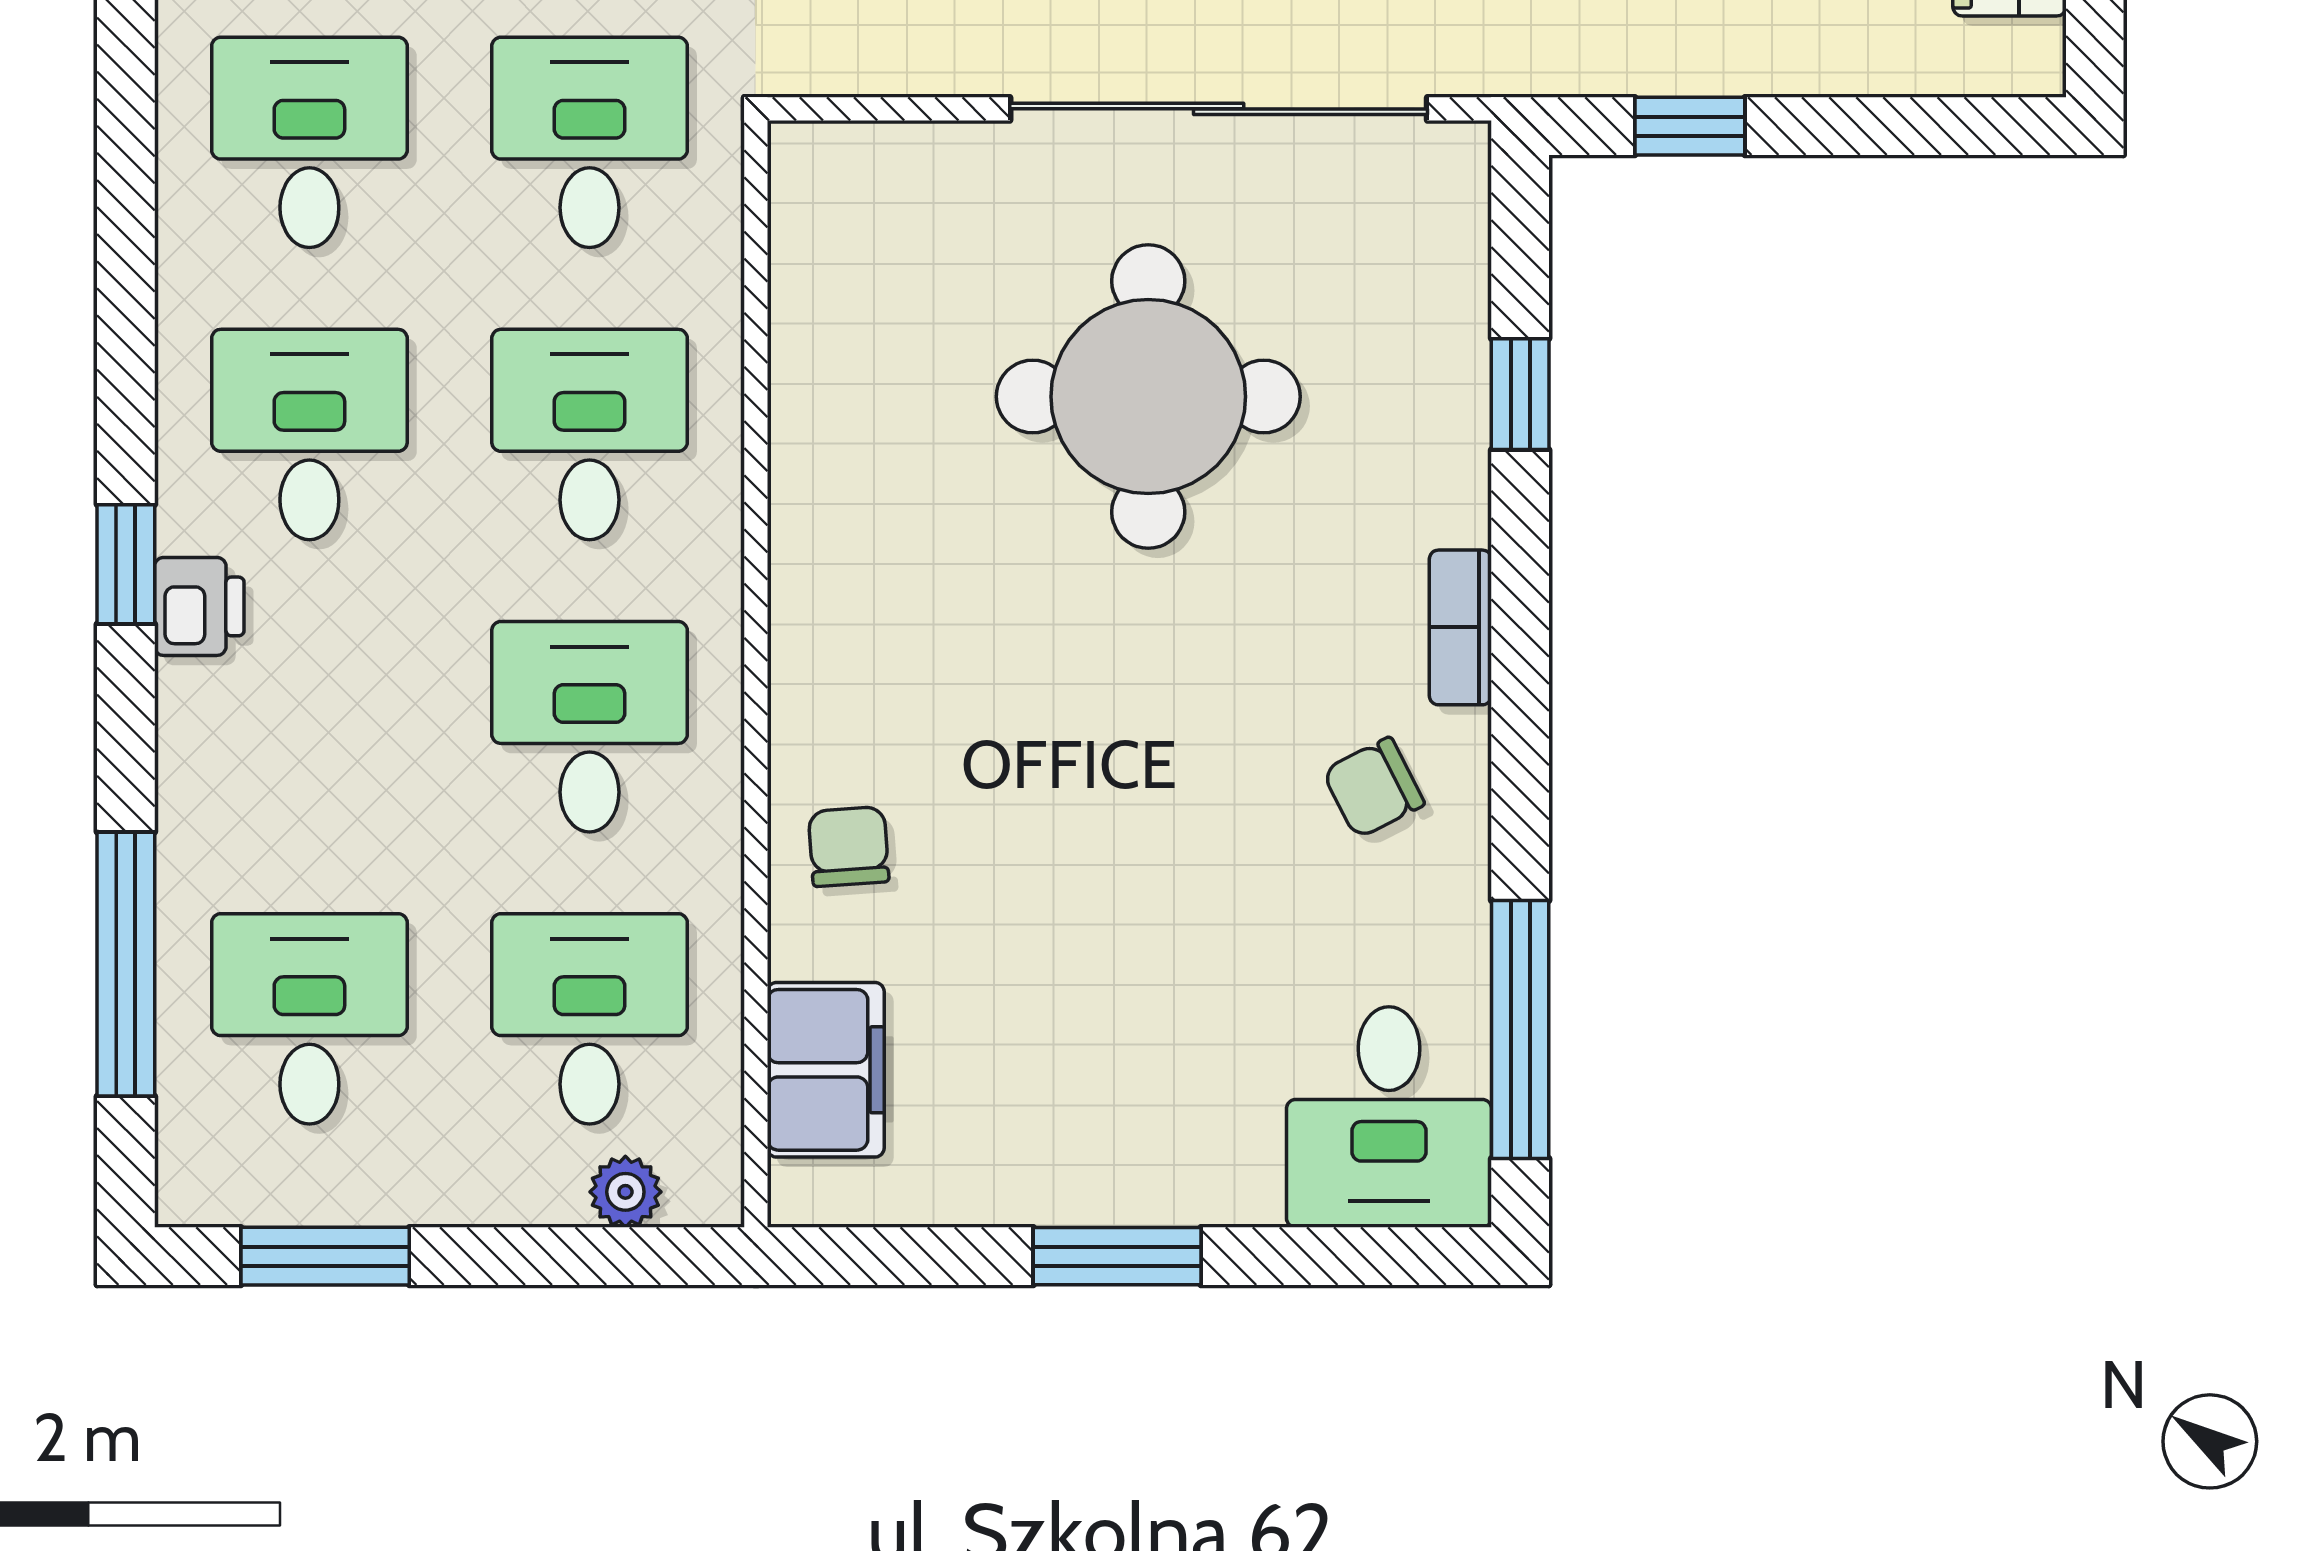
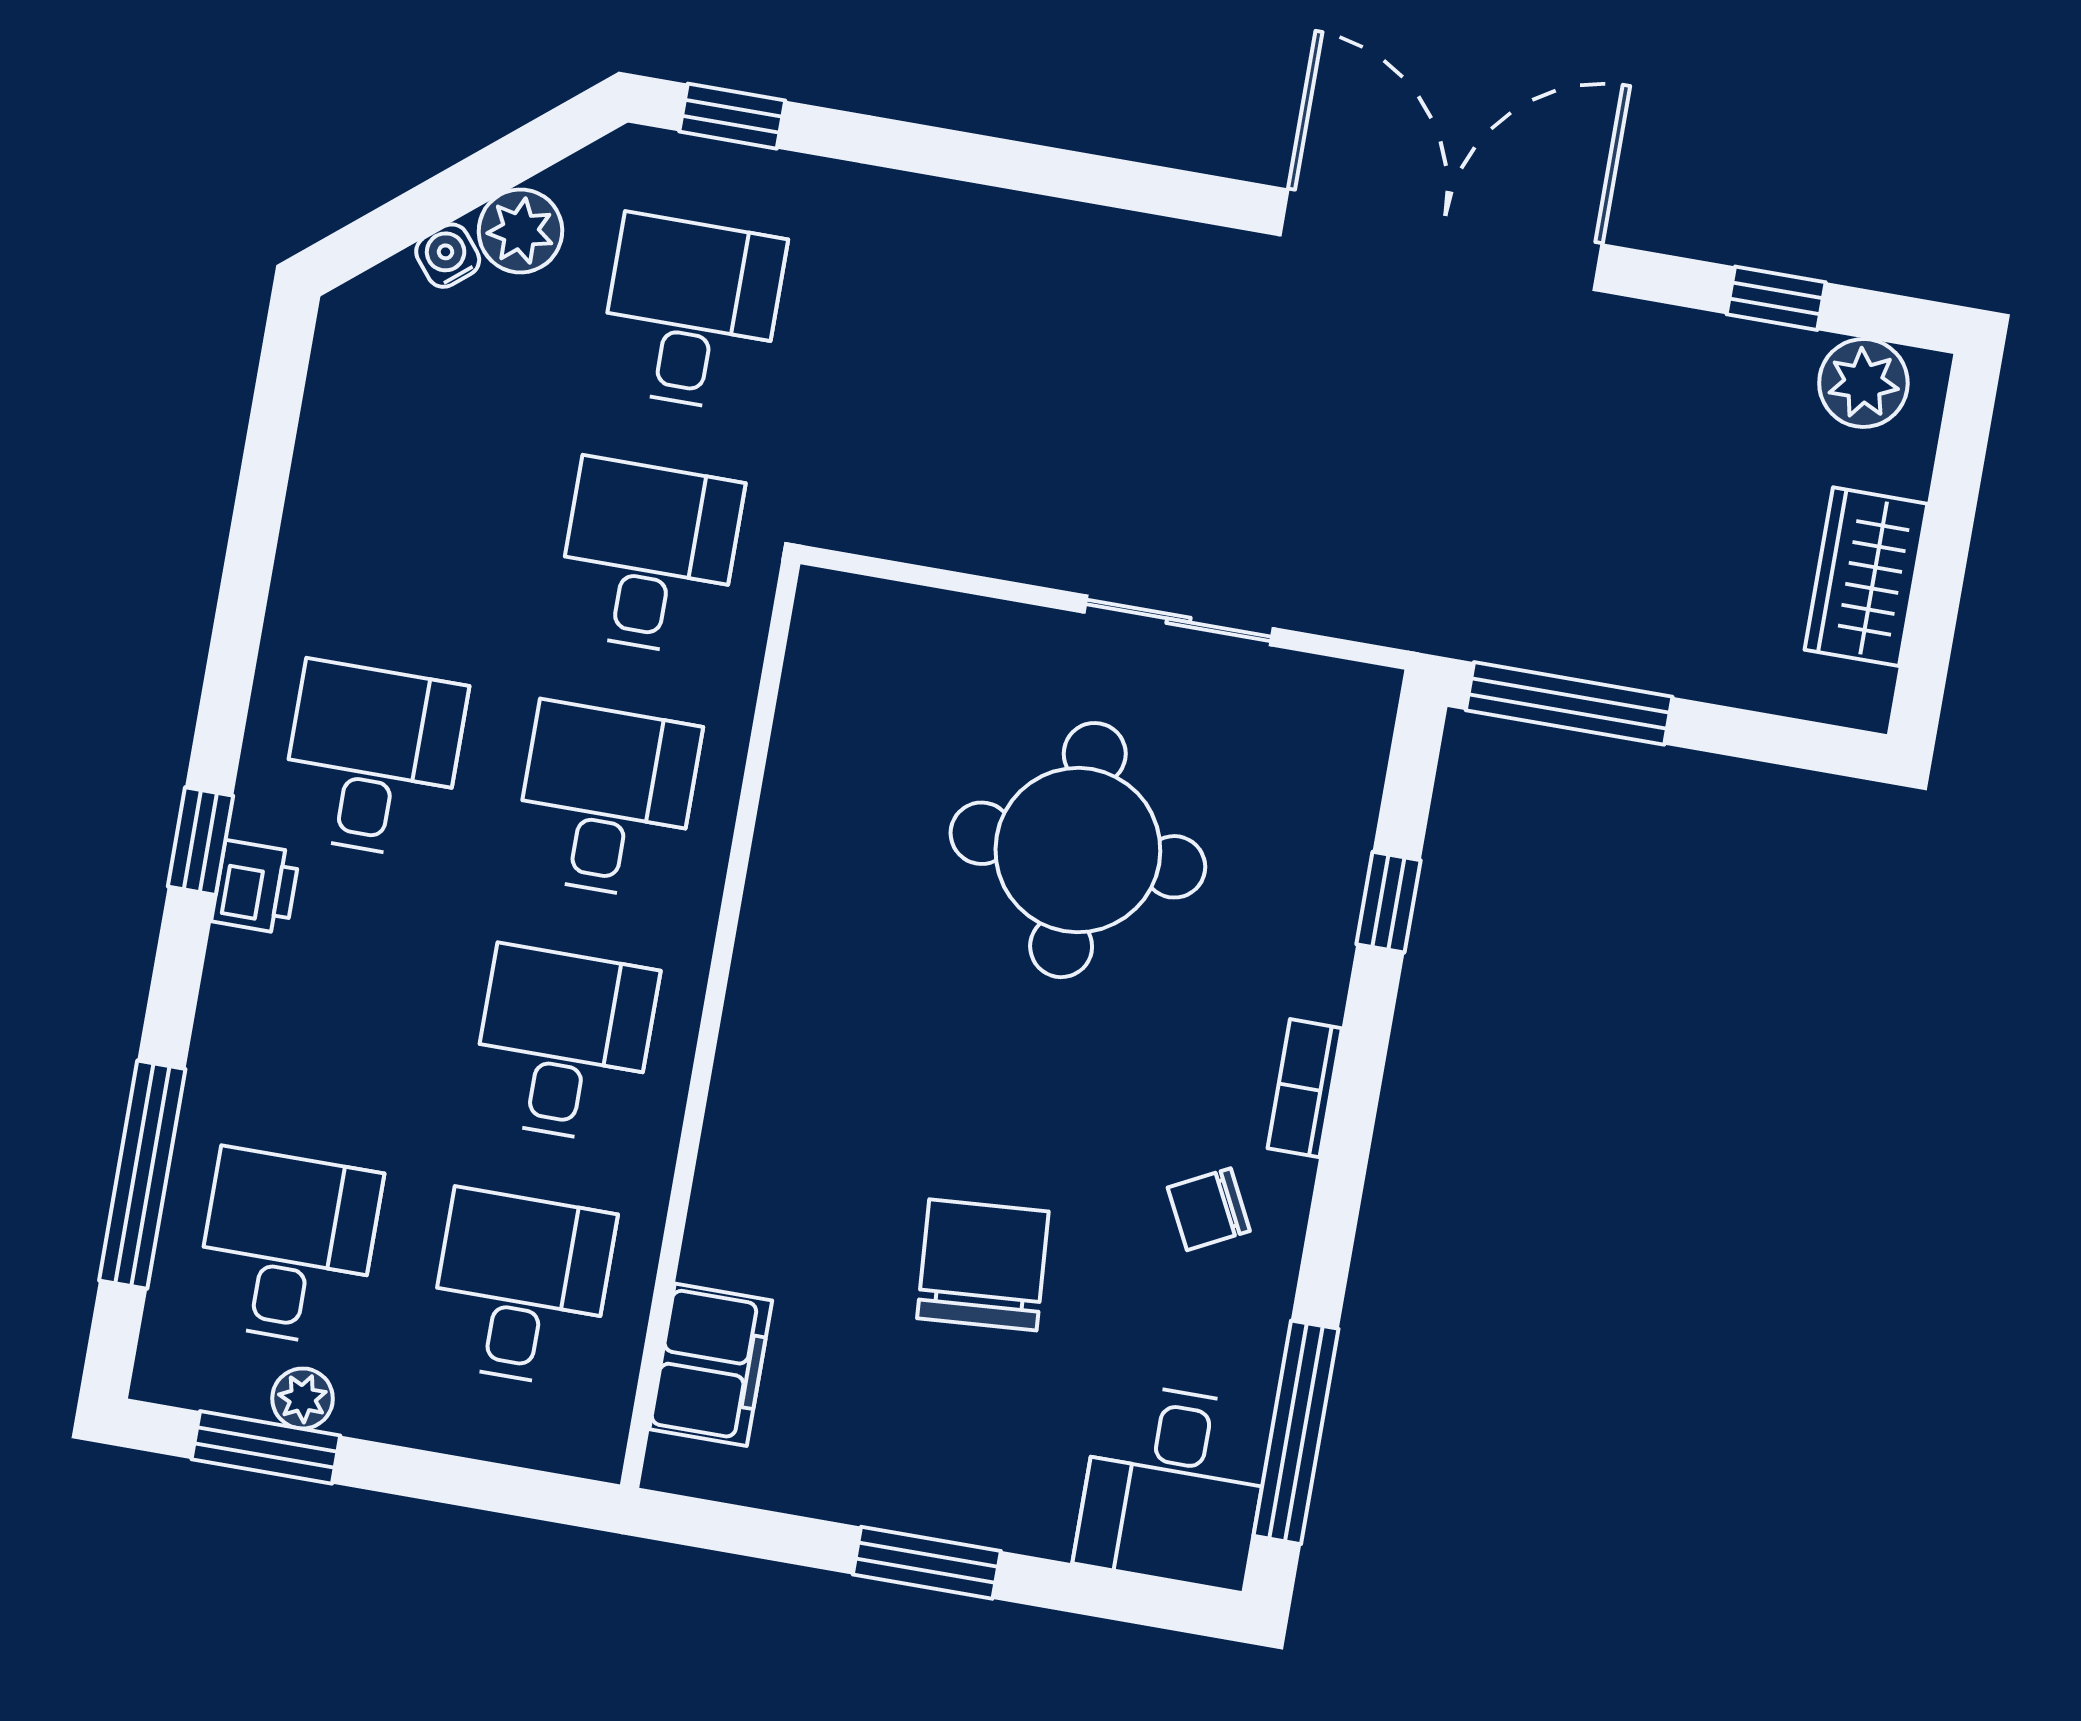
sliding door: (1219, 109) -> (1179, 620), width x0.54
window: (1690, 126) -> (1569, 703), width x2.17
desk: (309, 142) -> (415, 516), removed
chair: (849, 847) -> (983, 1265), moved, width x1.87, depth x1.87
plant: (625, 1192) -> (303, 1398), moved

